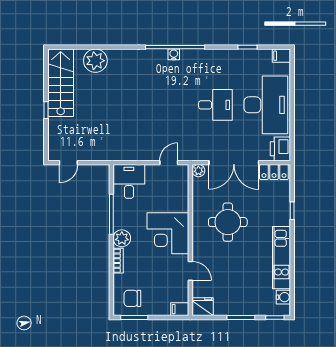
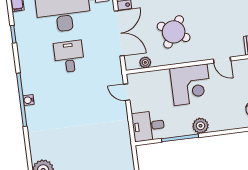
plant: (198, 171) -> (145, 62), moved
round table: (228, 222) -> (174, 32), turned 32
bookcase: (118, 261) -> (221, 126), removed
door: (190, 271) -> (222, 60), swing flipped

